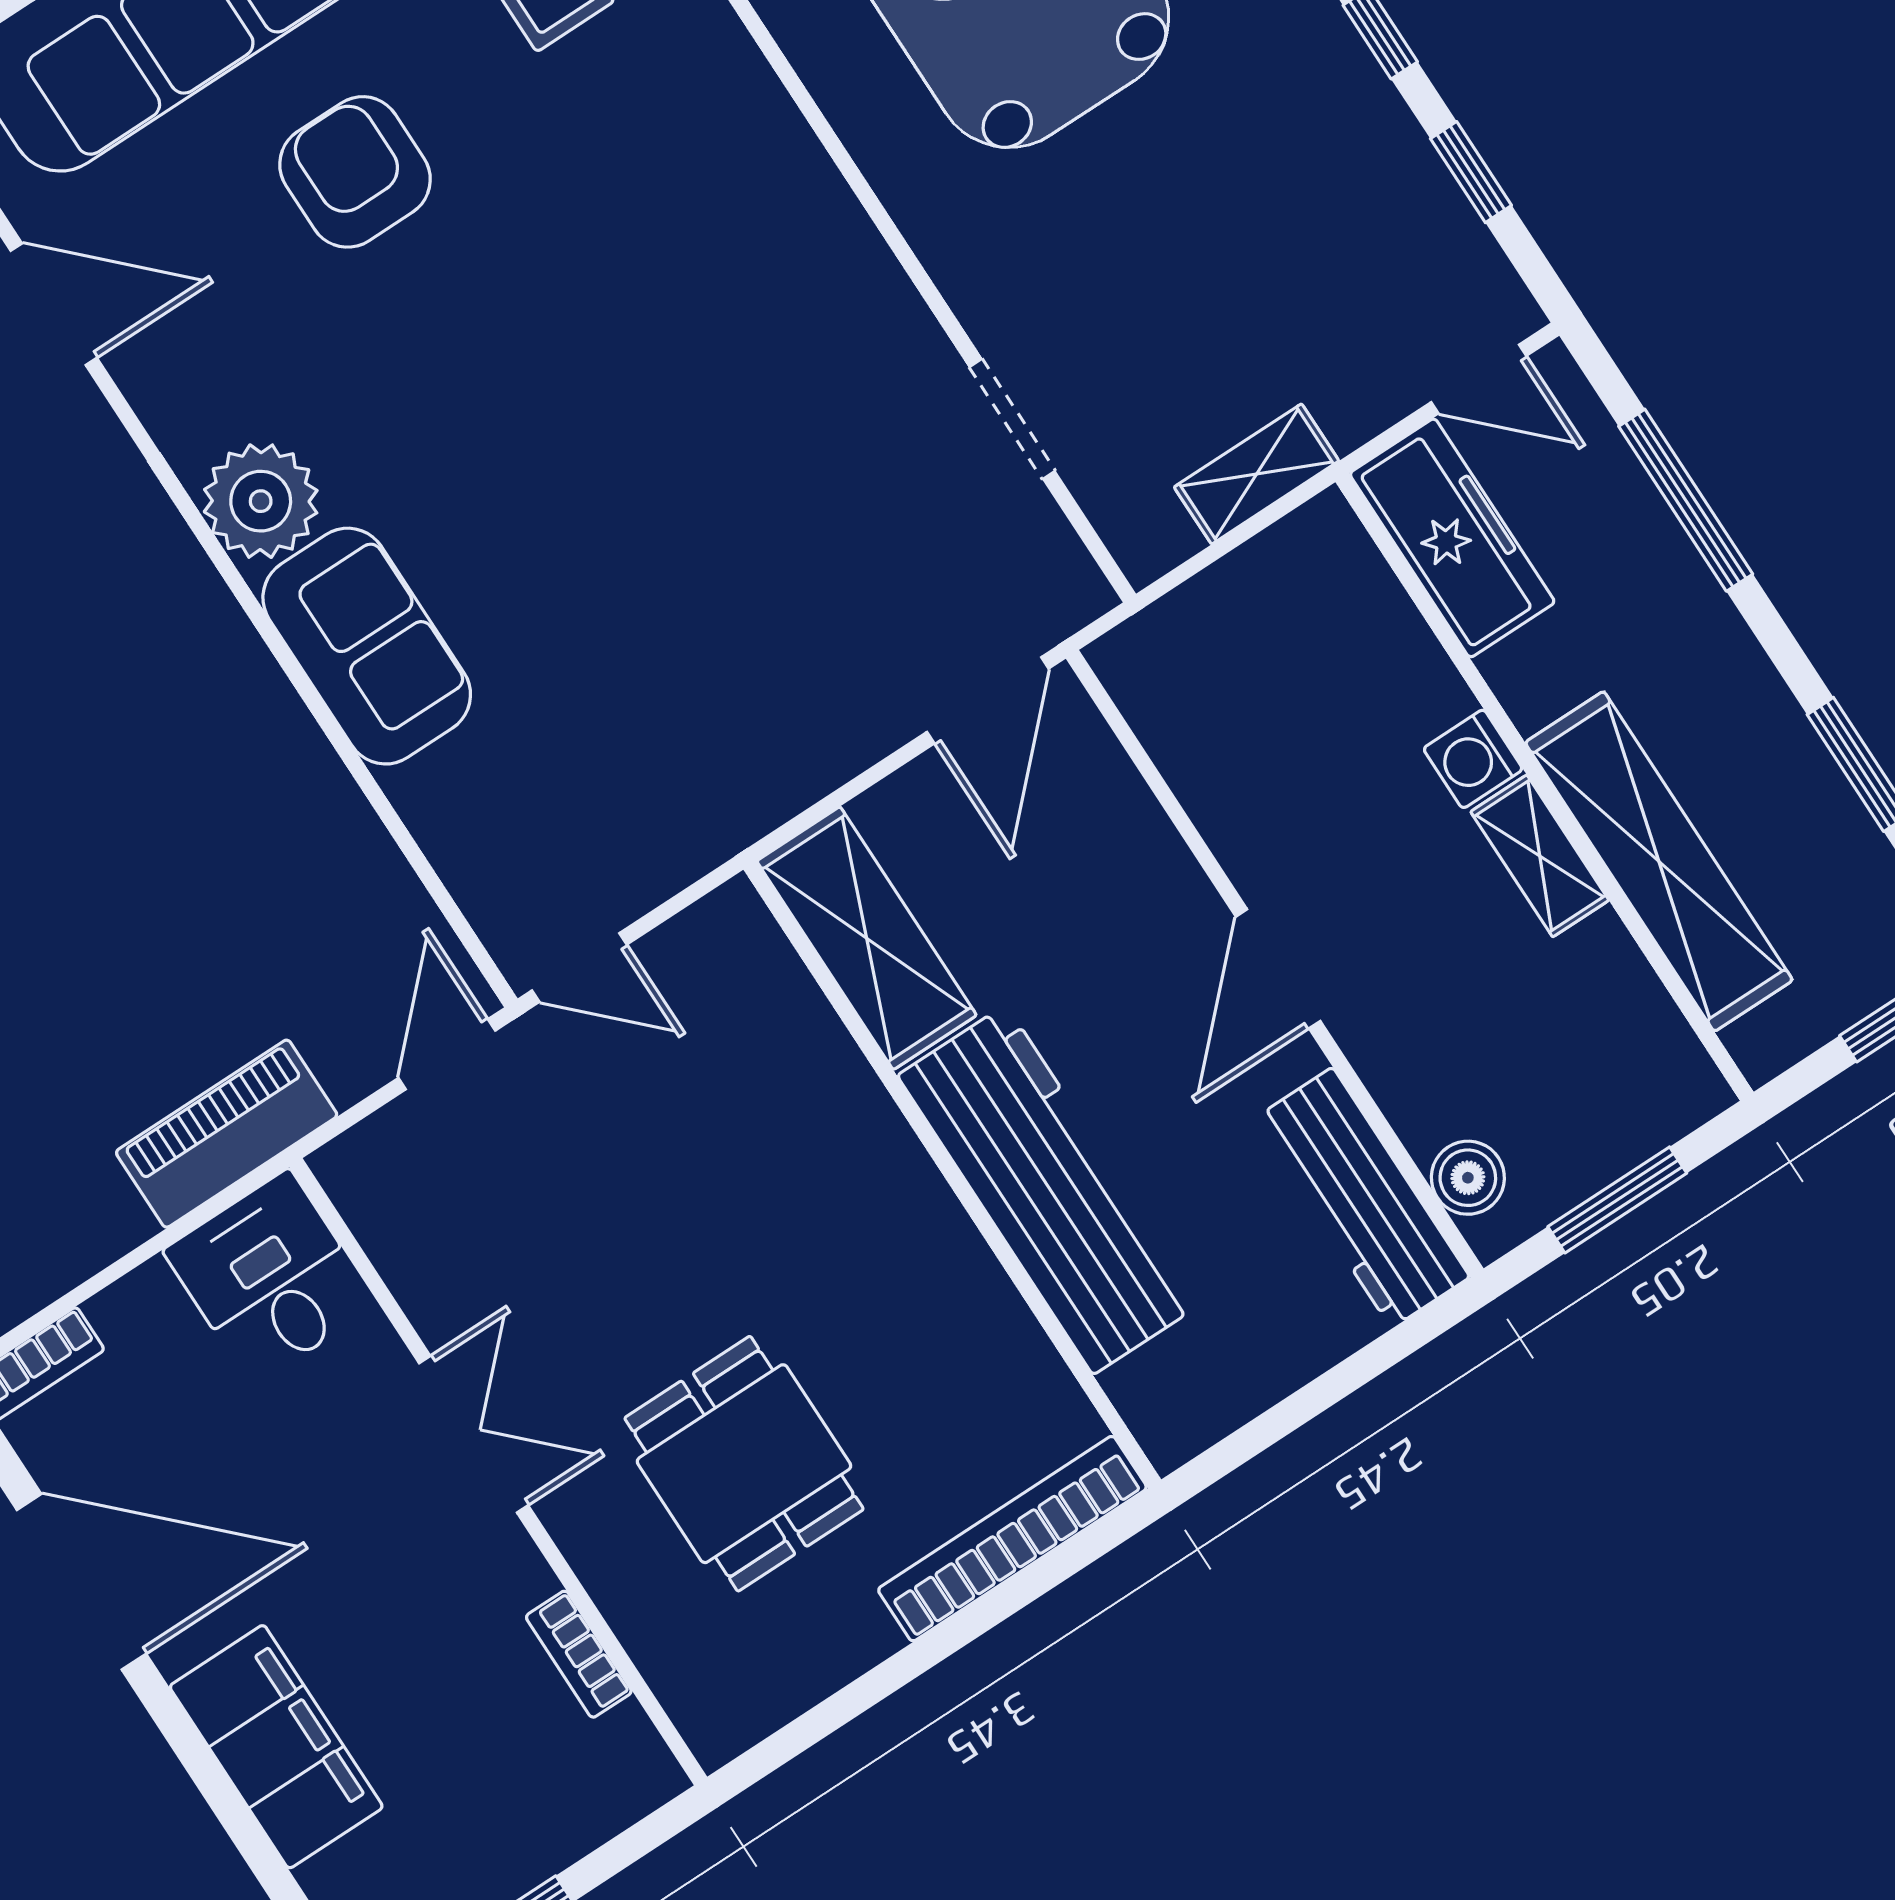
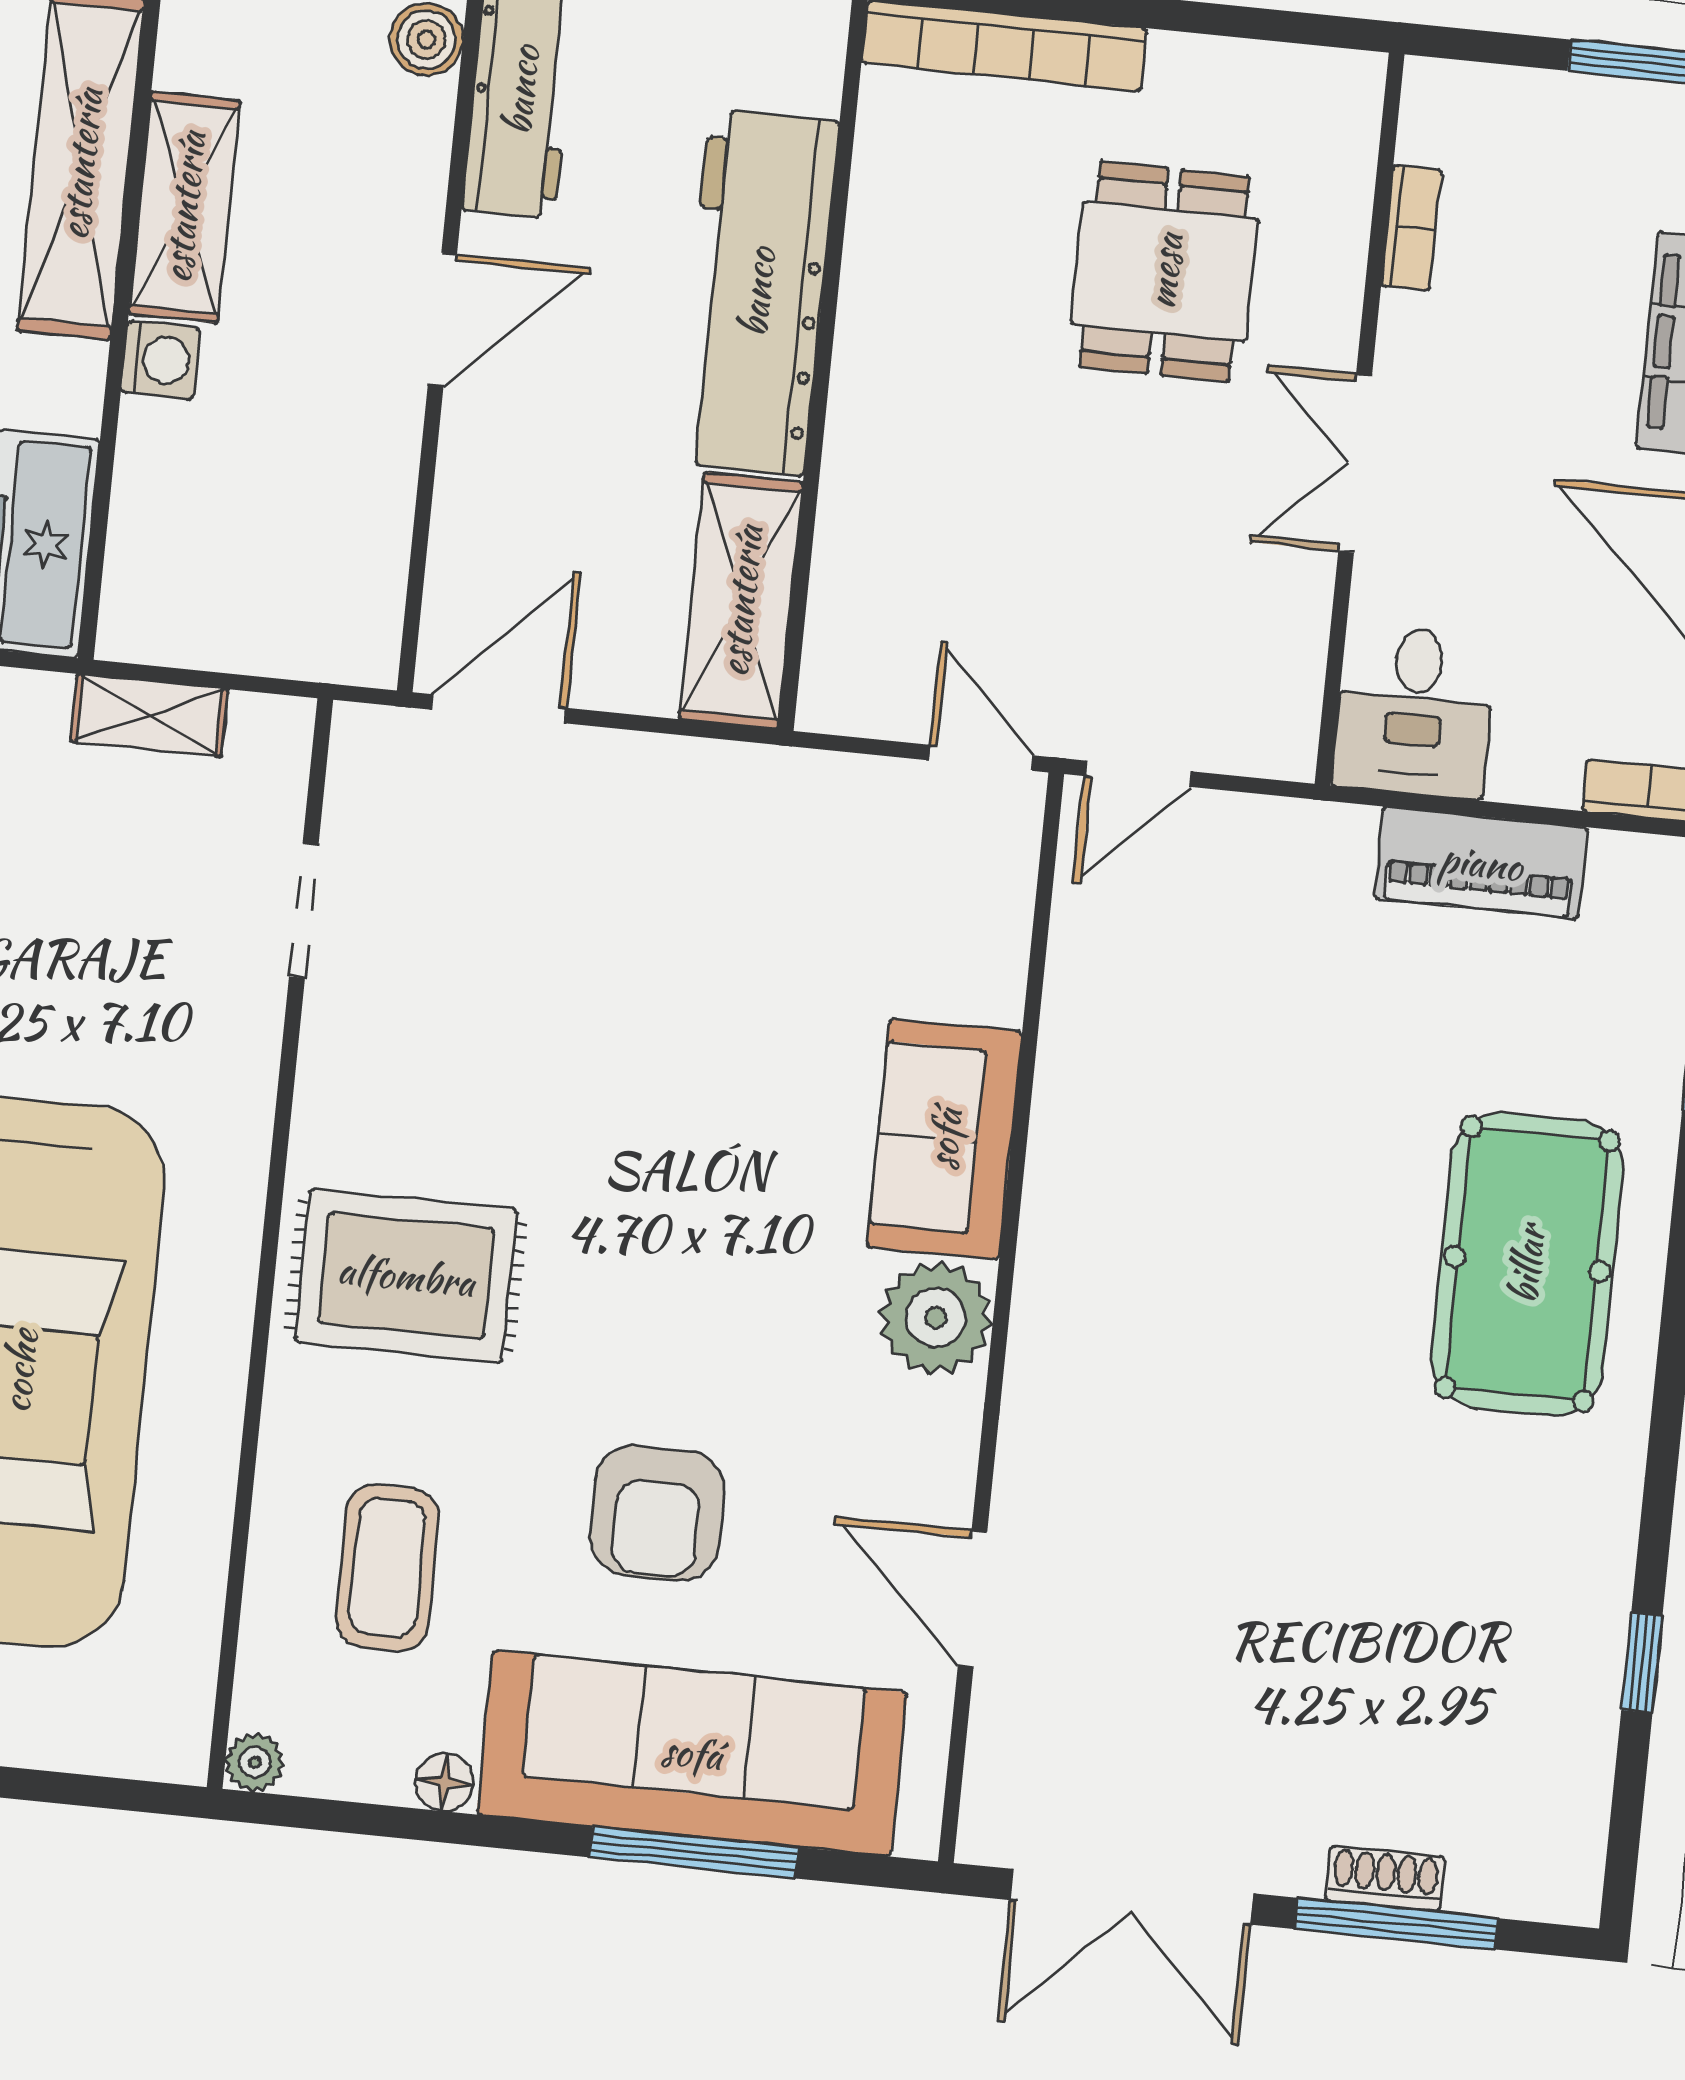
rug: (701, 198) -> (406, 1276), added
shelving: (1540, 856) -> (184, 207), width x1.50, depth x1.33
piano: (227, 1134) -> (1481, 863), moved

